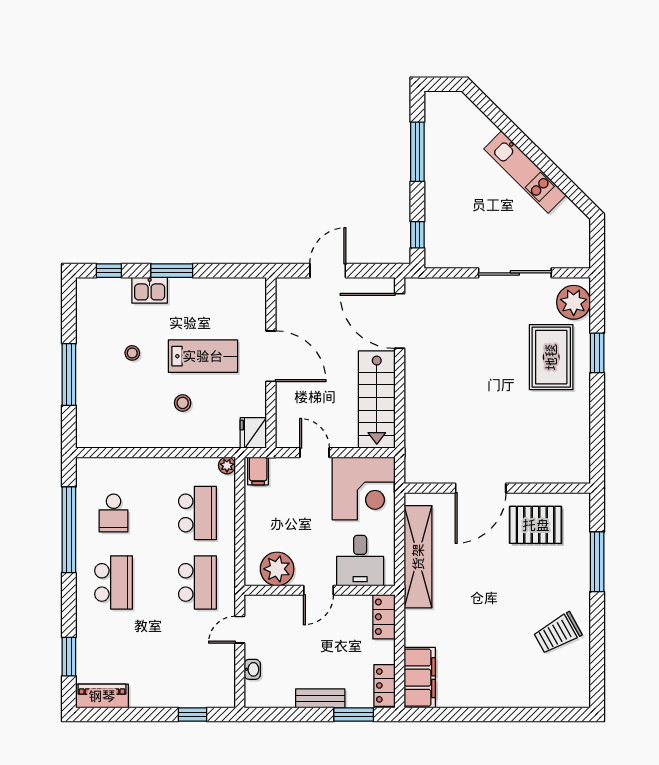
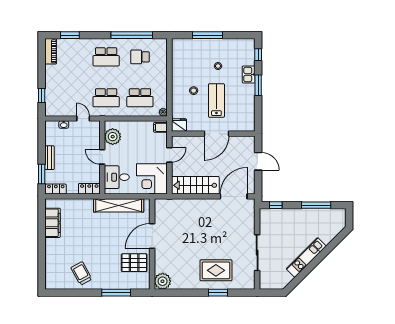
plant: (574, 302) -> (163, 281), moved
lab bench: (203, 356) -> (216, 100), turned 180
door: (481, 488) -> (152, 236), hinge flipped
pallet: (536, 525) -> (134, 263), turned 90
filing cabinet: (420, 678) -> (53, 223), moved, turned -90

